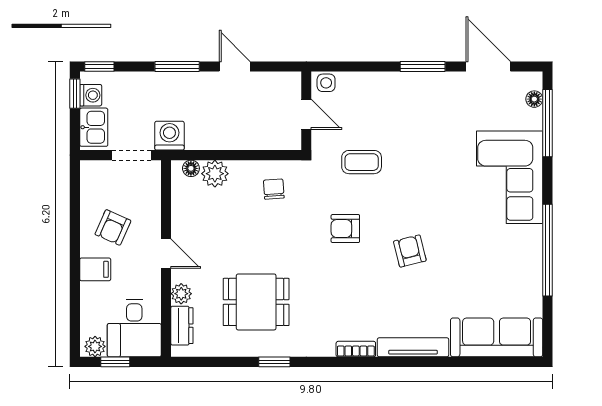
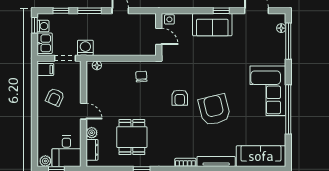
window: (99, 66) -> (61, 11), moved
window: (423, 66) -> (221, 11), width x0.67
sofa: (406, 92) -> (212, 25), added
coffee table: (362, 162) -> (188, 62), removed
plant: (215, 174) -> (110, 68), removed
corner sofa: (510, 177) -> (268, 91), moved
armchair: (345, 229) -> (180, 98), turned -90
armchair: (410, 251) -> (214, 110), width x1.88, depth x1.88
filing cabinet: (95, 269) -> (45, 69), moved
dining table: (256, 302) -> (132, 137), turned 90

